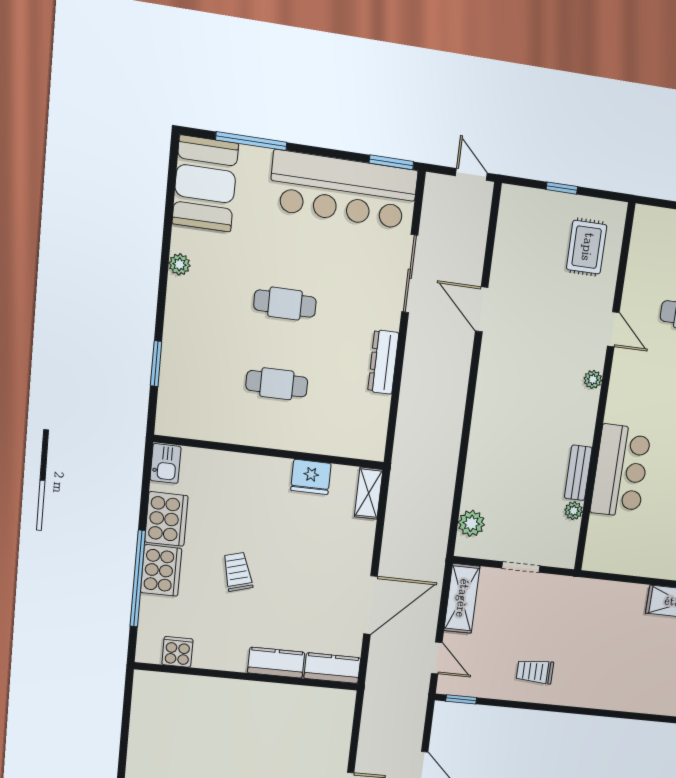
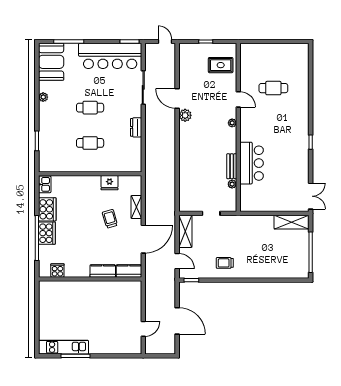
rug: (587, 247) -> (221, 65), turned 90
dresser: (383, 362) -> (136, 127), width x0.70
shelving: (369, 493) -> (136, 207), moved
plant: (471, 523) -> (185, 115), moved
trolley: (238, 572) -> (110, 219), moved

